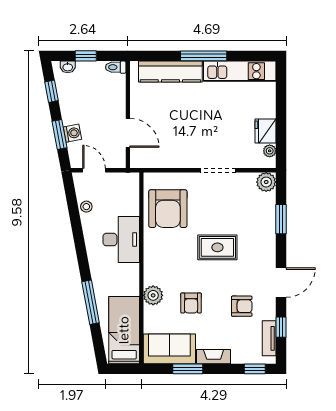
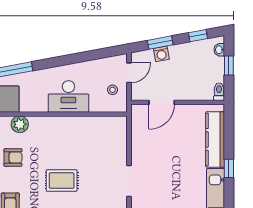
window: (204, 56) -> (229, 168), width x0.46
stool: (86, 207) -> (112, 90), moved
armchair: (168, 209) -> (96, 137), removed
rug: (217, 247) -> (62, 181), turned 90
armchair: (191, 303) -> (13, 157), turned 180

